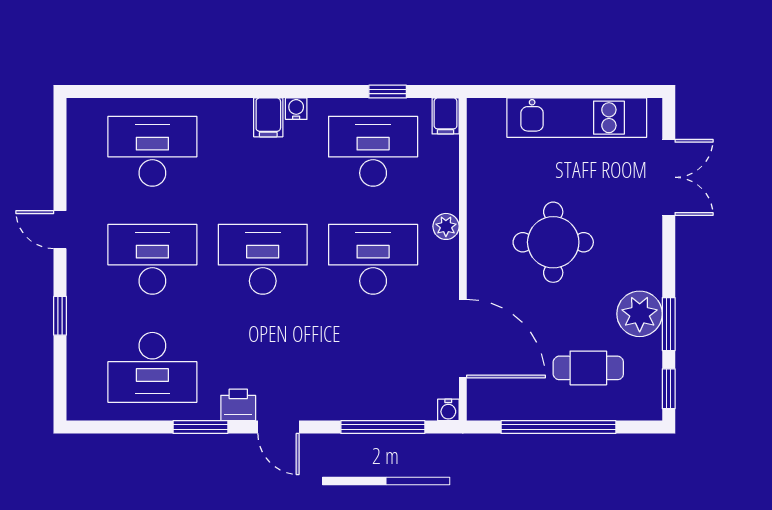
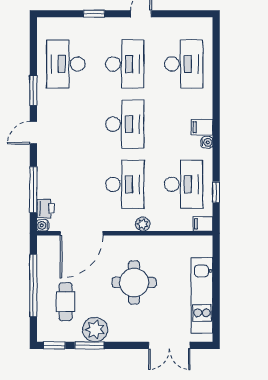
printer: (238, 405) -> (45, 209), moved

